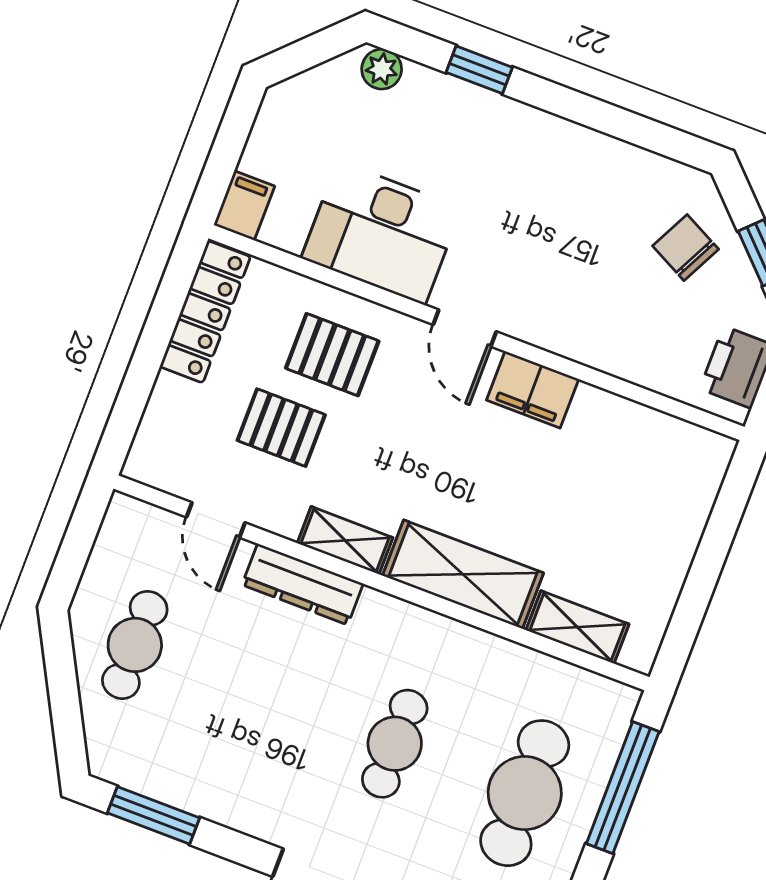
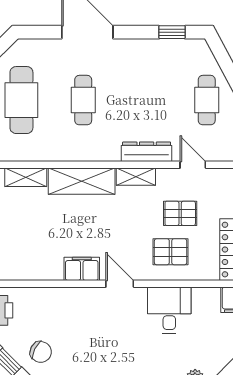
desk: (381, 233) -> (169, 310), width x0.73
window: (154, 815) -> (172, 32), width x0.67

